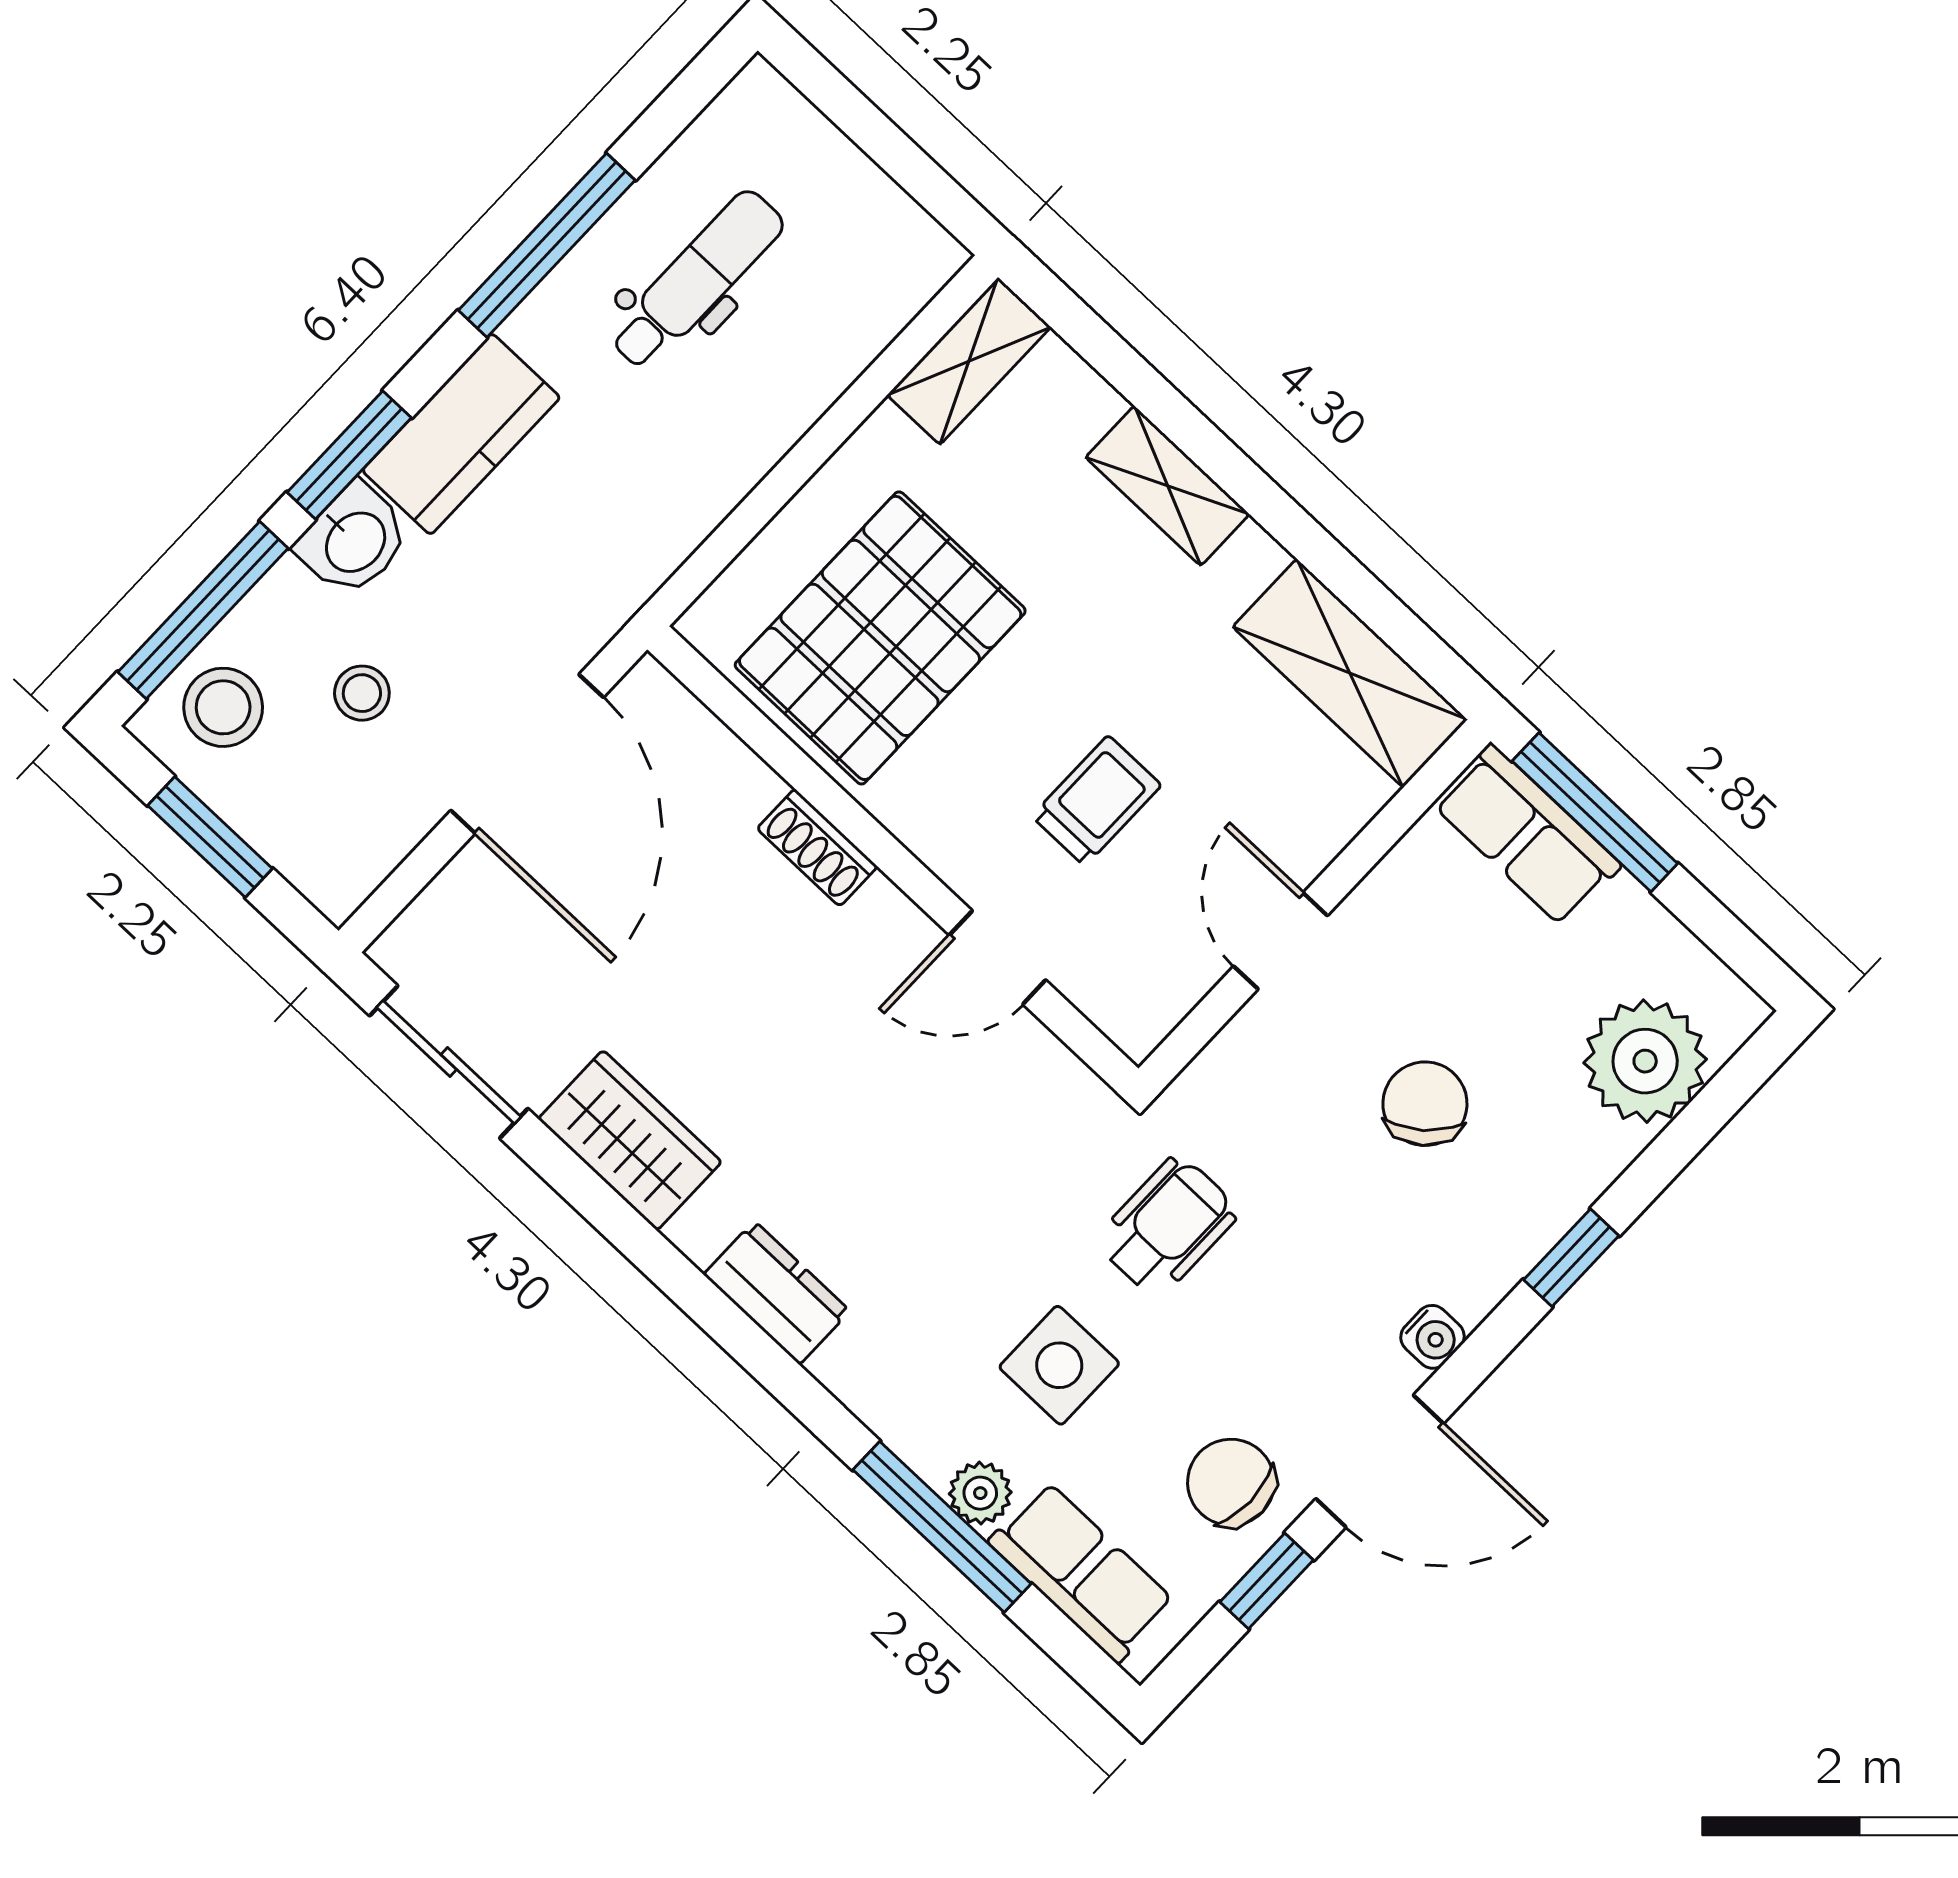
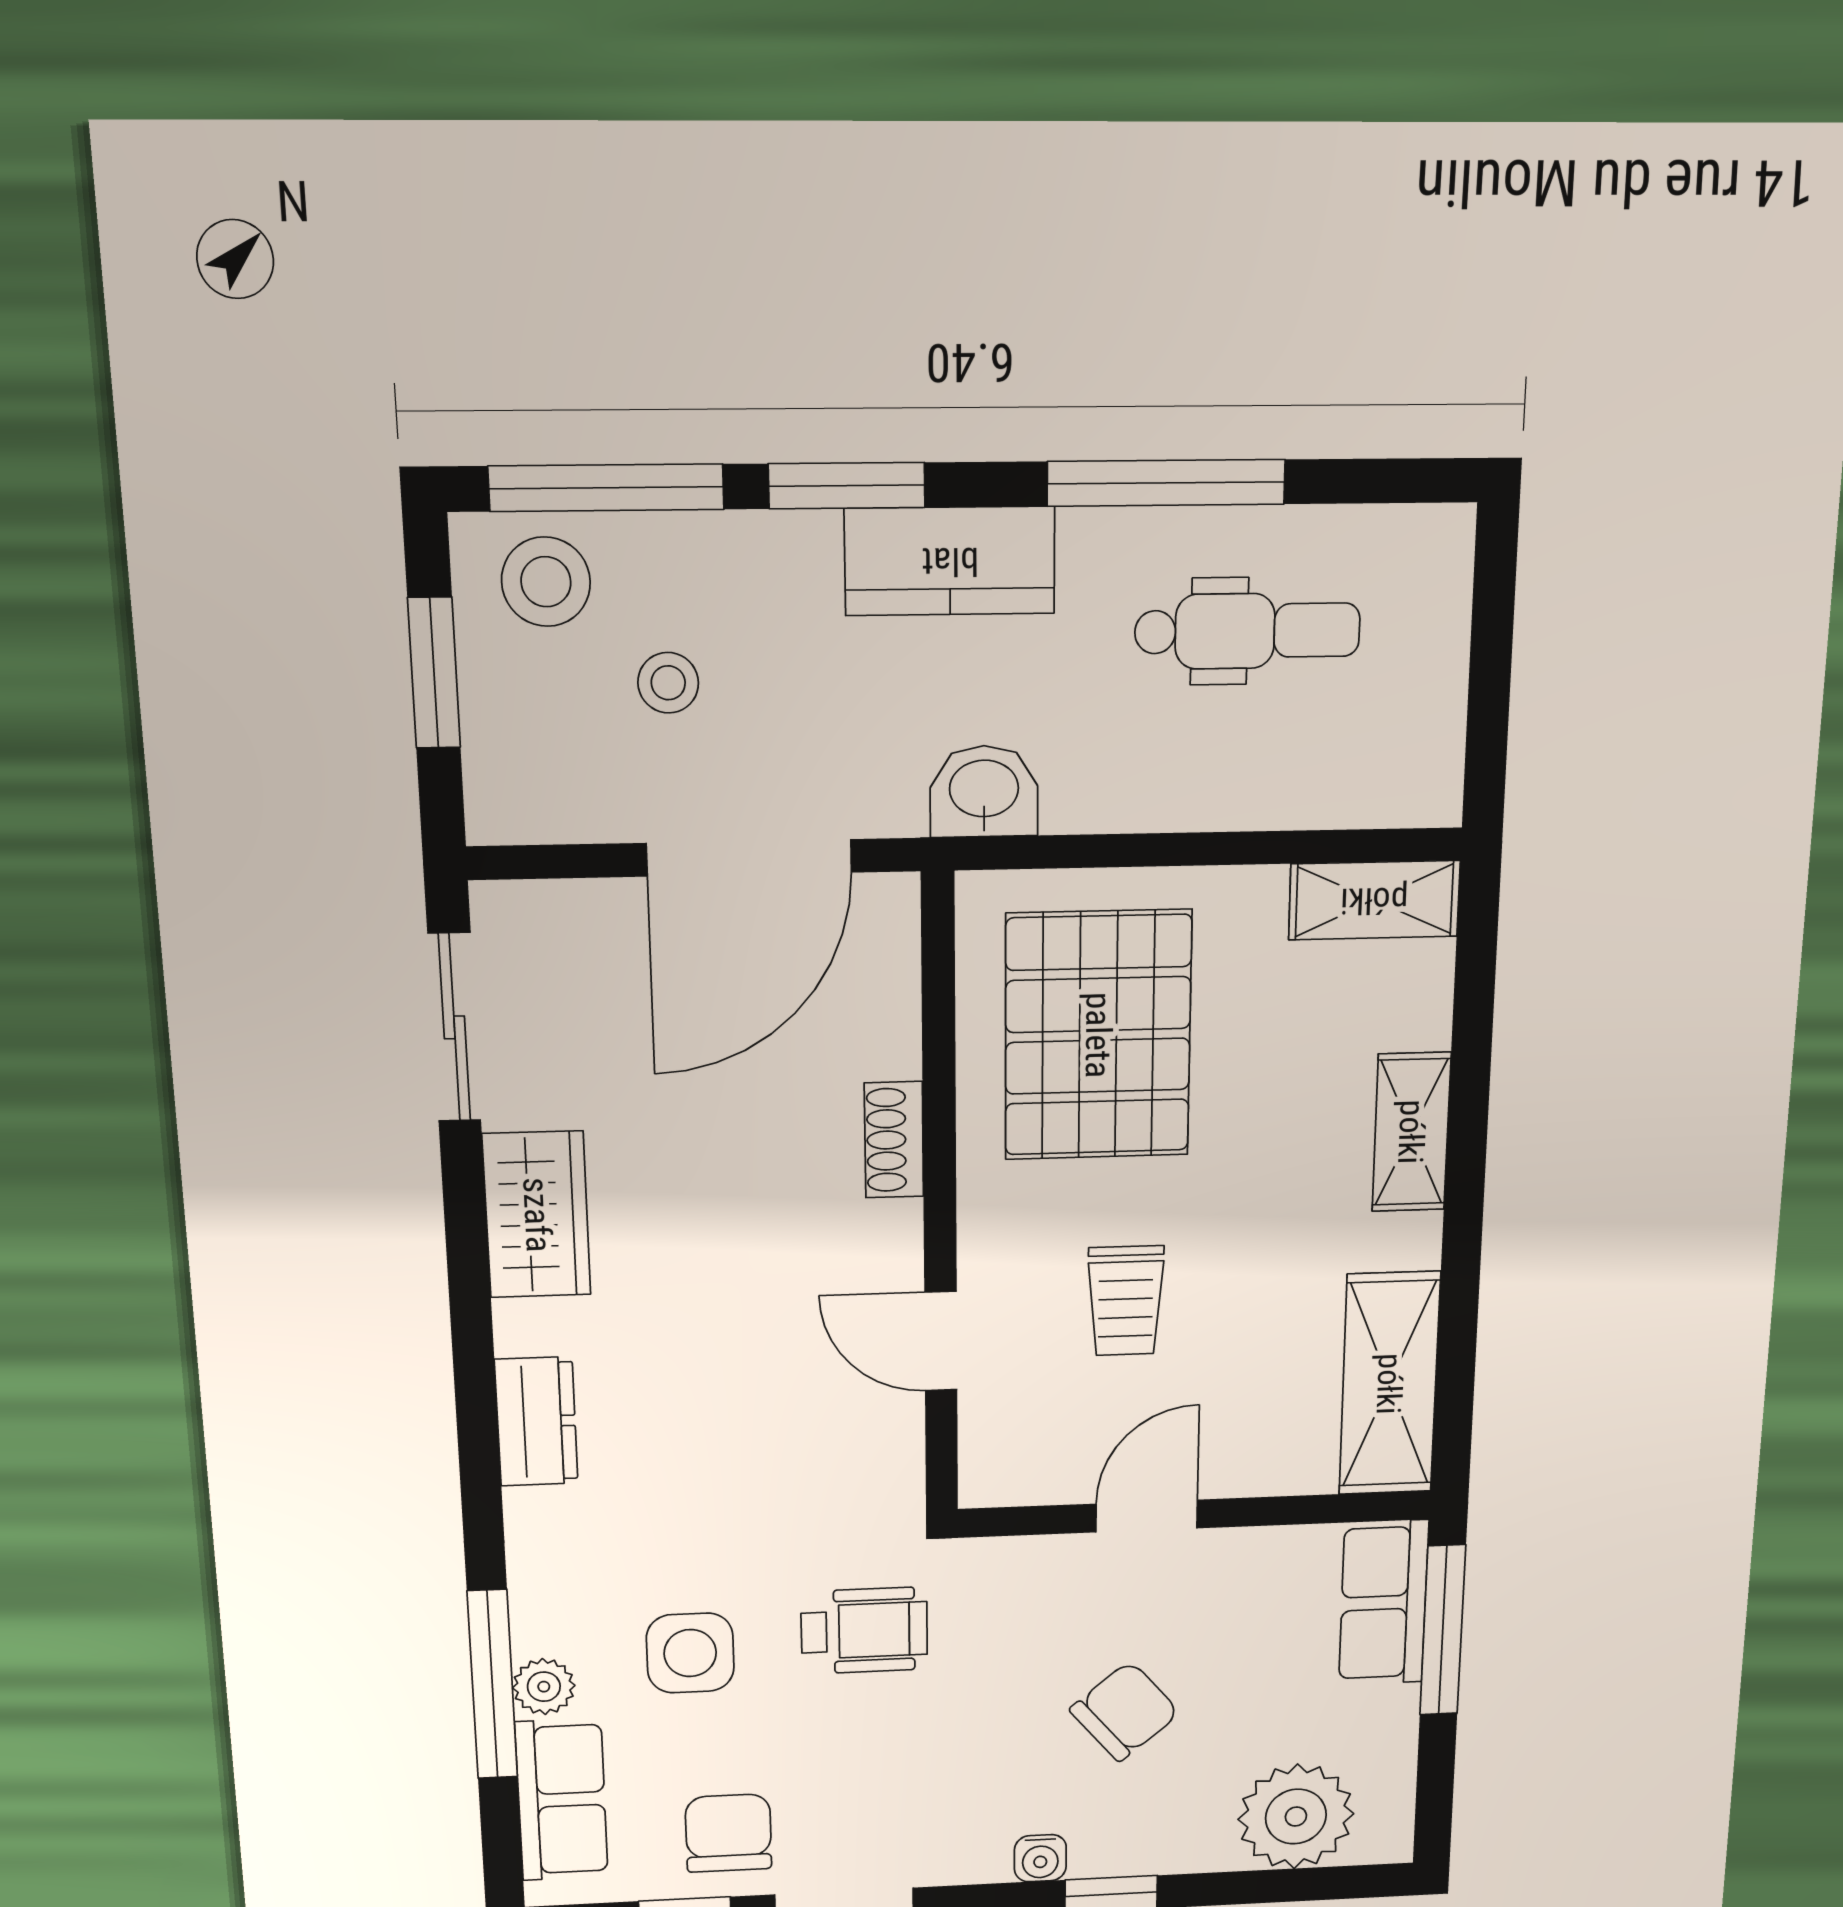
washbasin: (354, 540) -> (984, 791), moved, turned 180
pallet: (880, 638) -> (1098, 1035), turned 90
trolley: (1096, 801) -> (1126, 1301), turned 90
water cooler: (1432, 1337) -> (1040, 1858), moved

